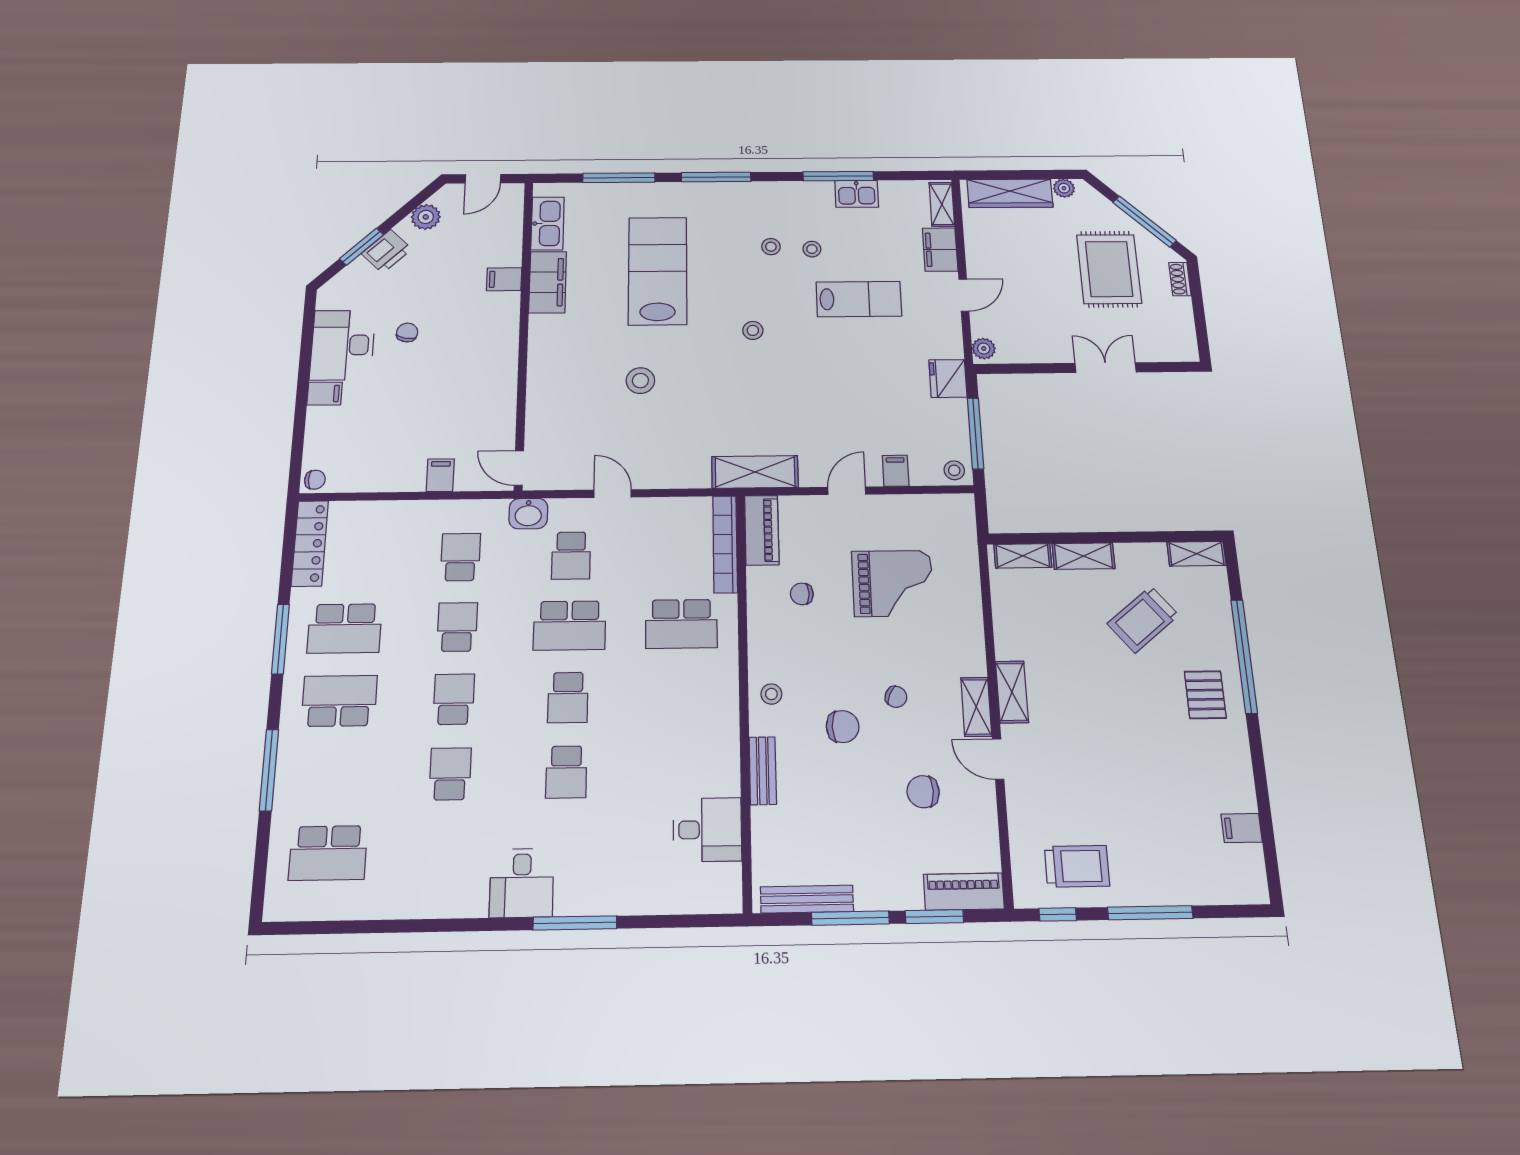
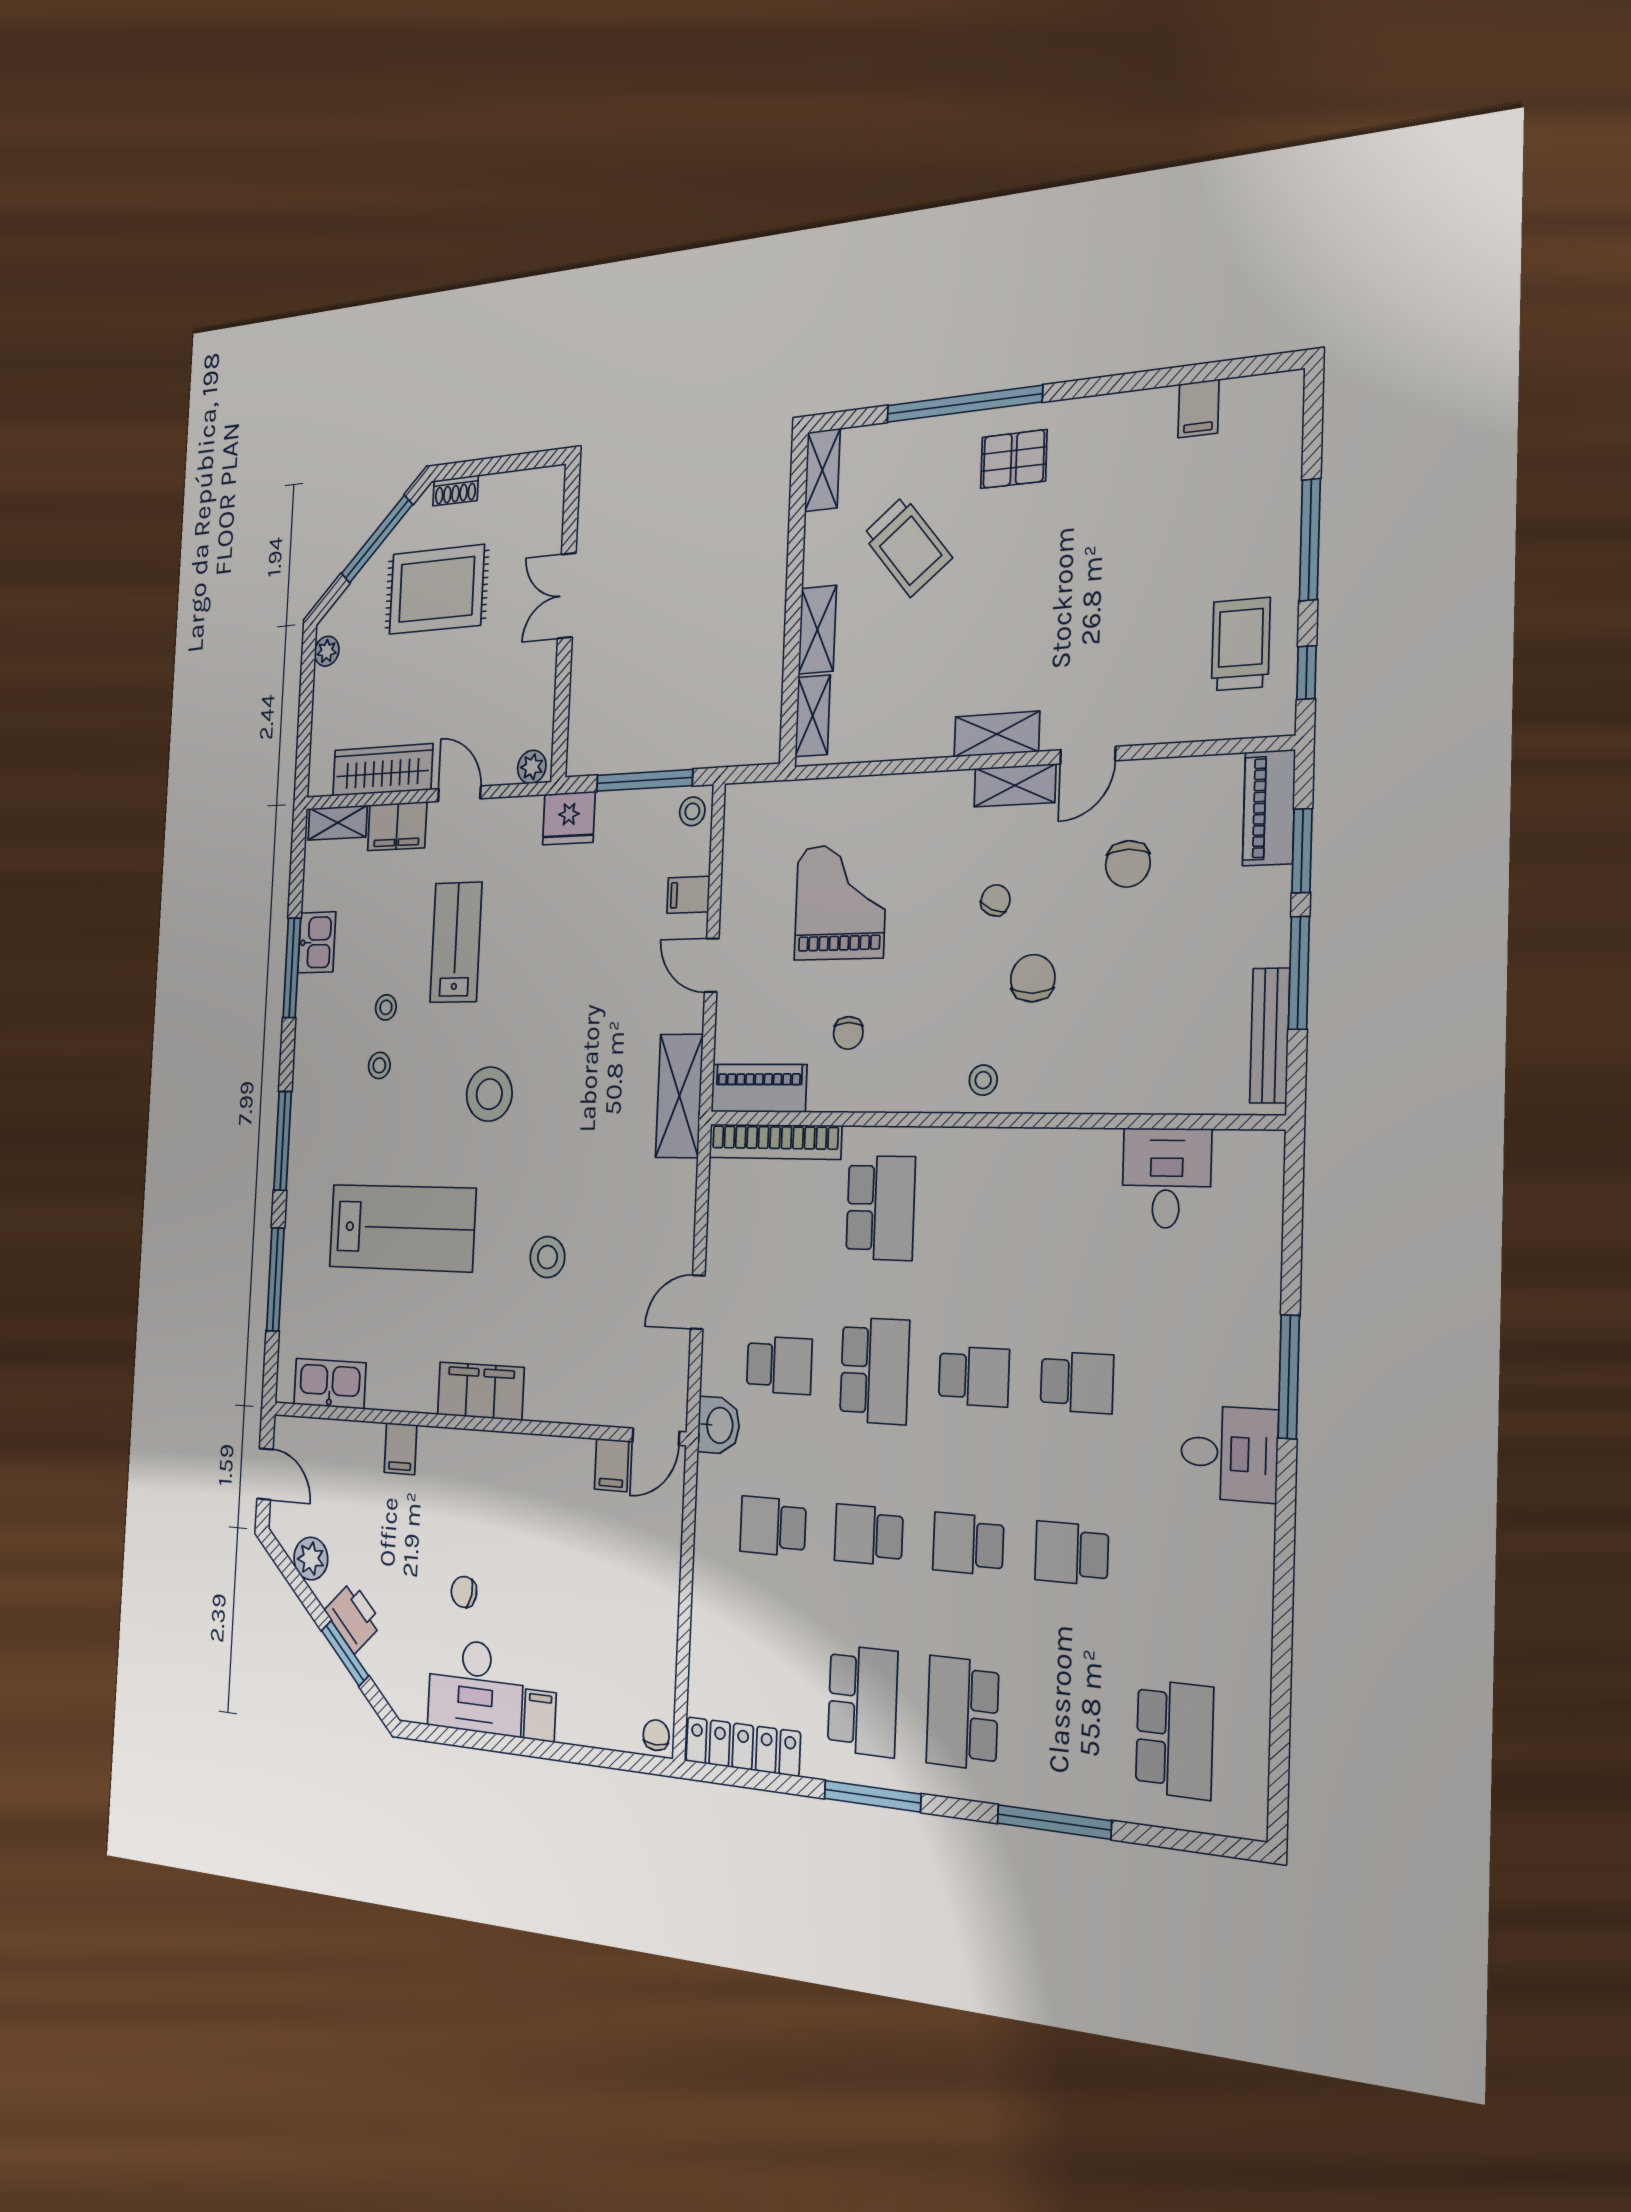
wardrobe: (1010, 193) -> (383, 770), moved, turned -90
lab bench: (658, 271) -> (402, 1228), turned 180
filing cabinet: (548, 282) -> (481, 1391), moved
stool: (753, 330) -> (489, 1094), width x1.89, depth x1.89
filing cabinet: (440, 475) -> (612, 1465), moved, turned -90
bench: (763, 771) -> (1088, 1095), removed

